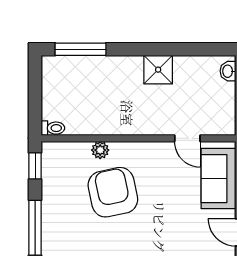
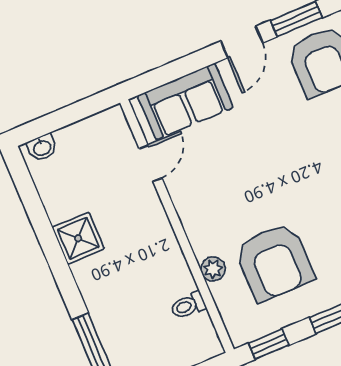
toilet: (53, 128) -> (188, 305), moved, turned -90
armchair: (113, 192) -> (274, 262), moved, turned -78

